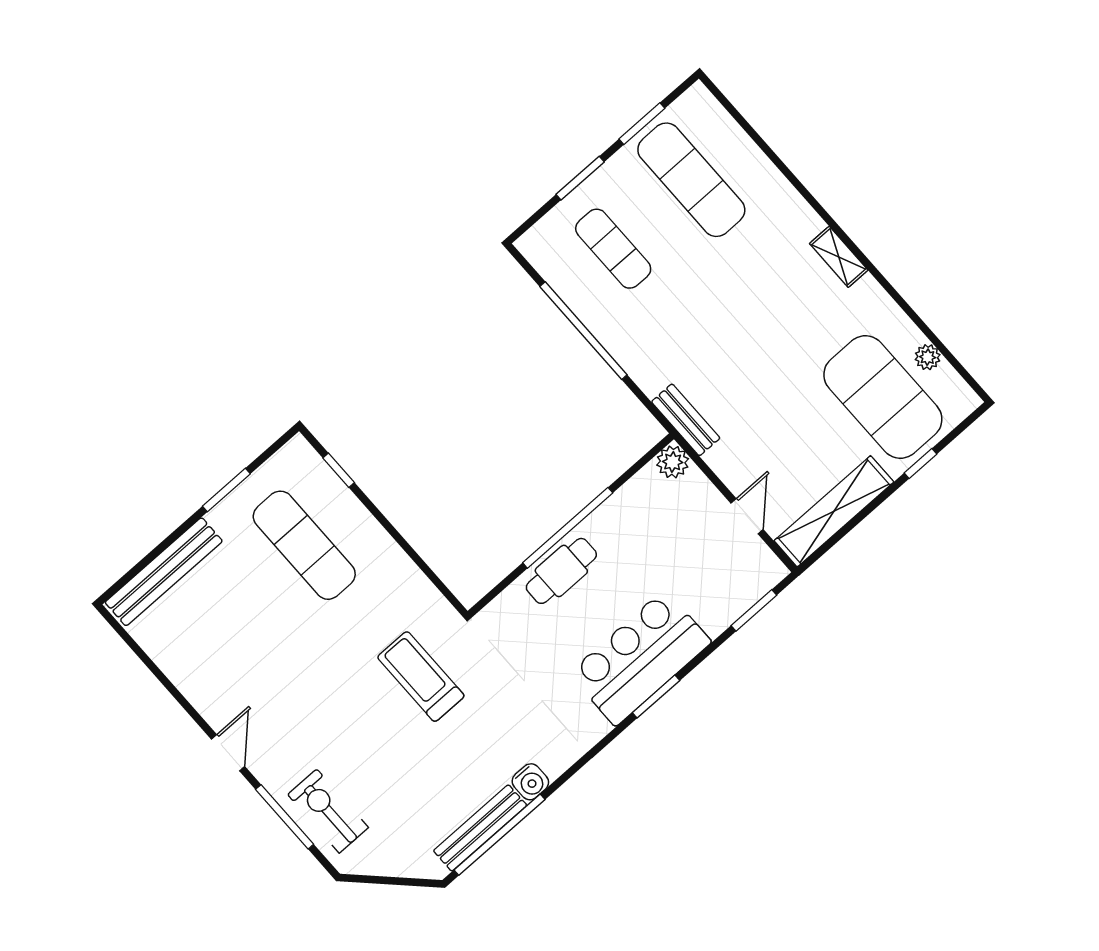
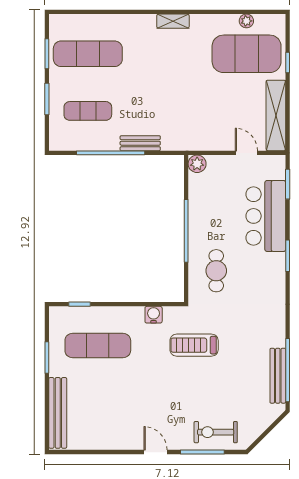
bench: (686, 420) -> (140, 143), moved
cafe table: (561, 571) -> (216, 271), moved
bar counter: (640, 658) -> (266, 216), moved
water cooler: (530, 782) -> (154, 315), moved, turned -90

